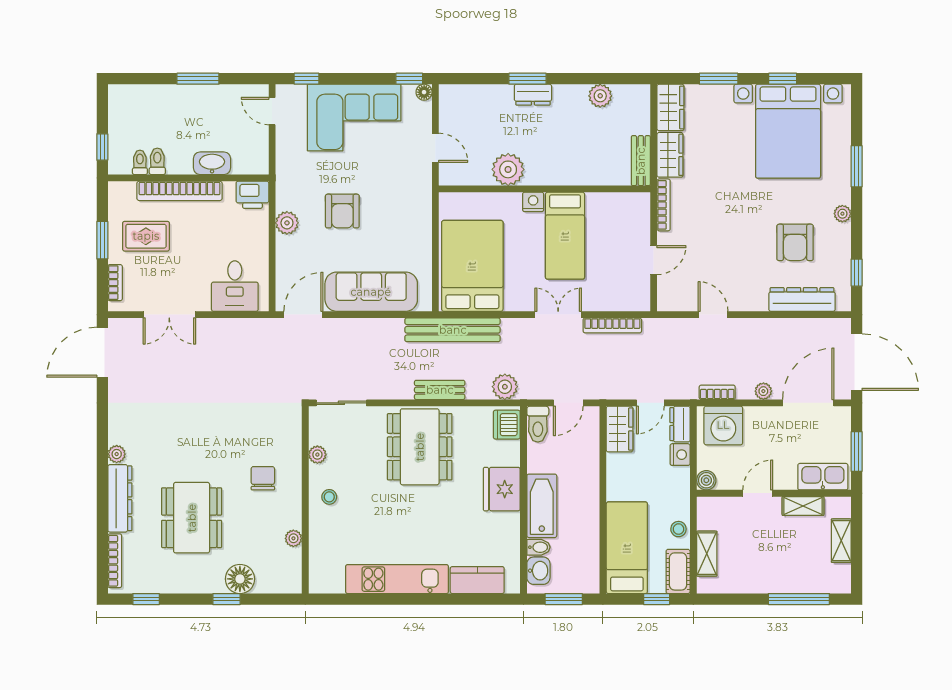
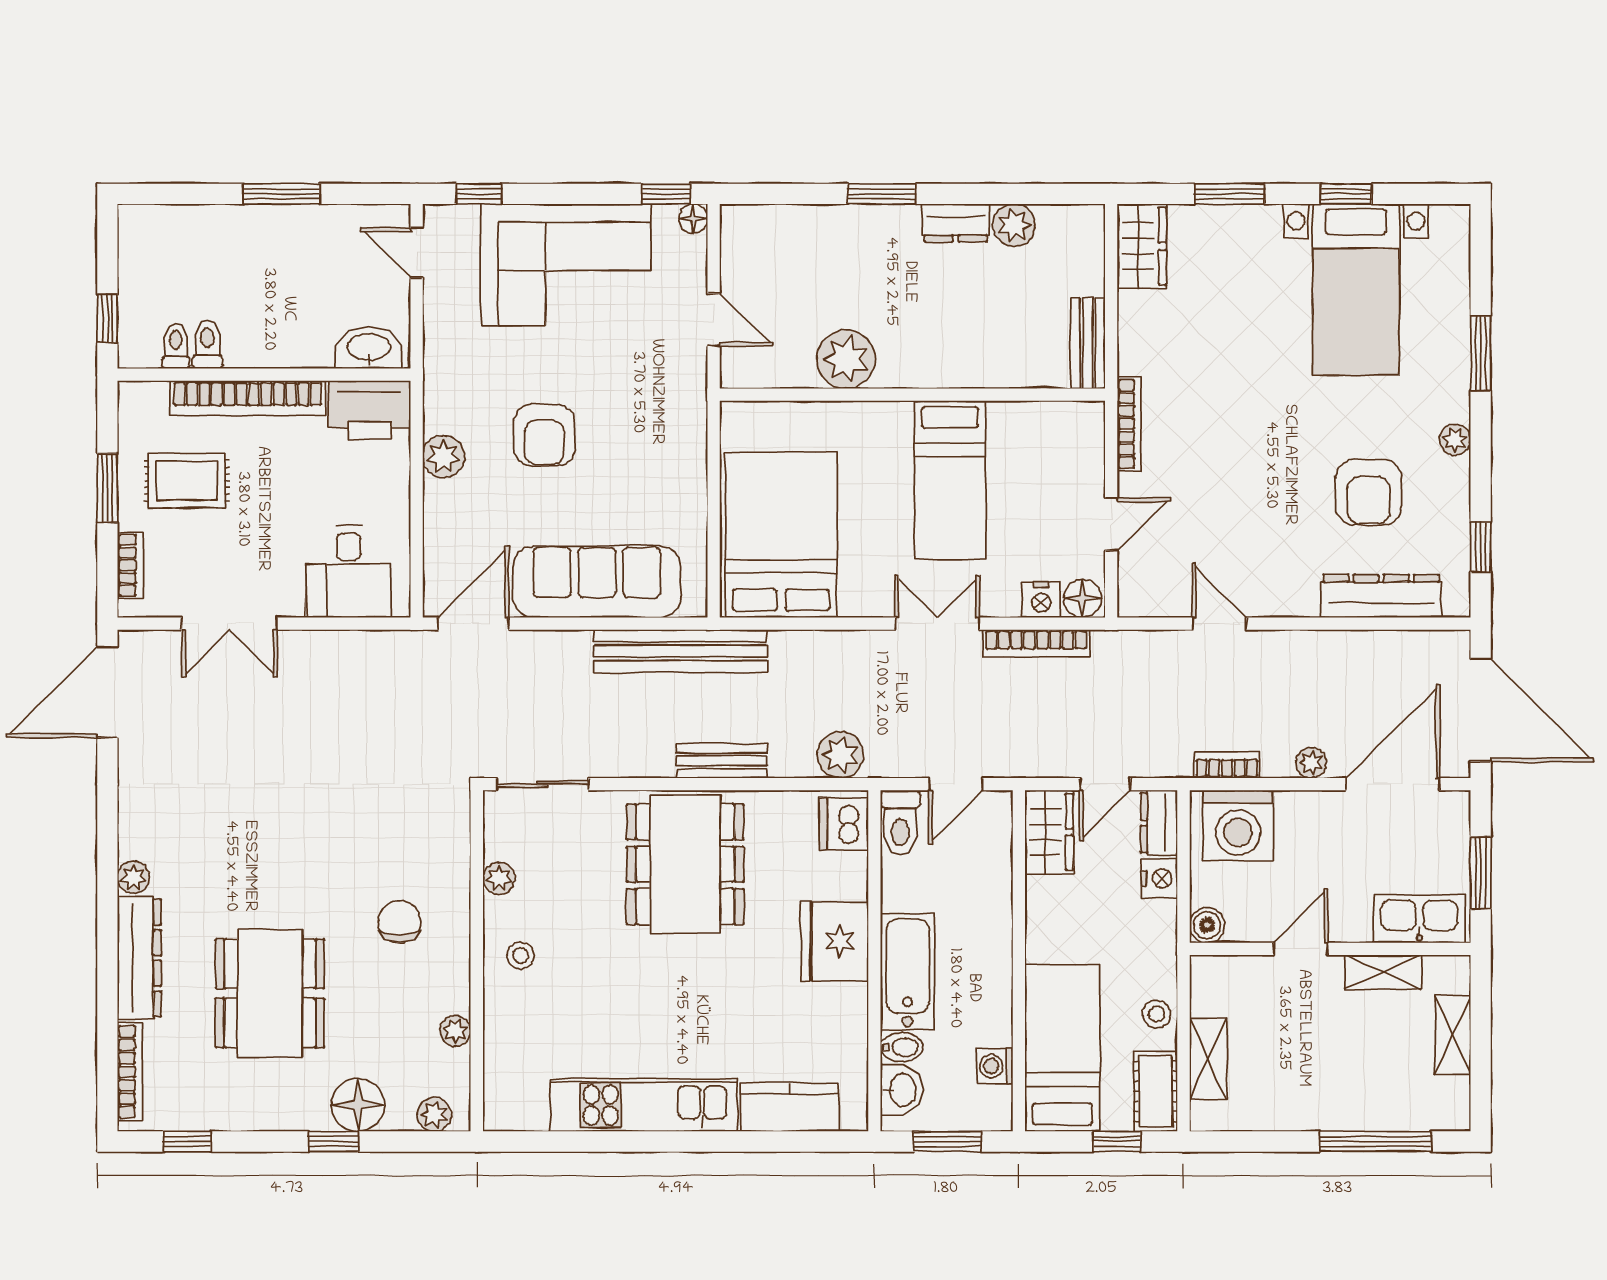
dresser: (533, 95) -> (956, 223), moved
bed with nightstands: (788, 131) -> (1356, 290), width x0.73
wardrobe: (670, 155) -> (1141, 333), removed
washbasin: (212, 163) -> (369, 348), moved
printer: (252, 195) -> (370, 410), width x1.37, depth x1.19
nightstand: (533, 202) -> (1041, 600), moved, turned 180
floor lamp: (638, 301) -> (1083, 598), added
bench: (453, 330) -> (680, 651), moved
washing machine: (590, 558) -> (995, 1066), added
plant: (282, 584) -> (434, 1114), added

